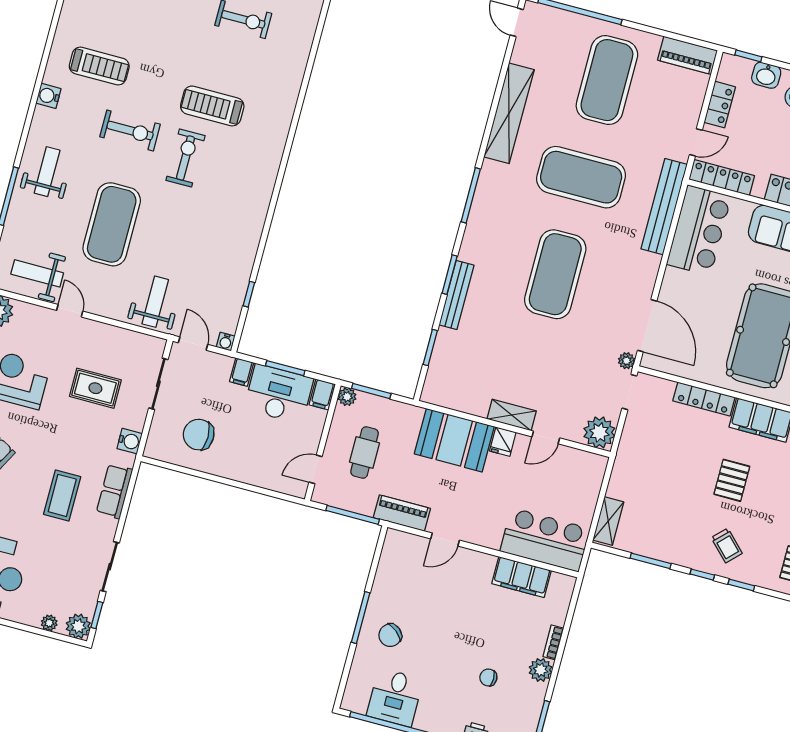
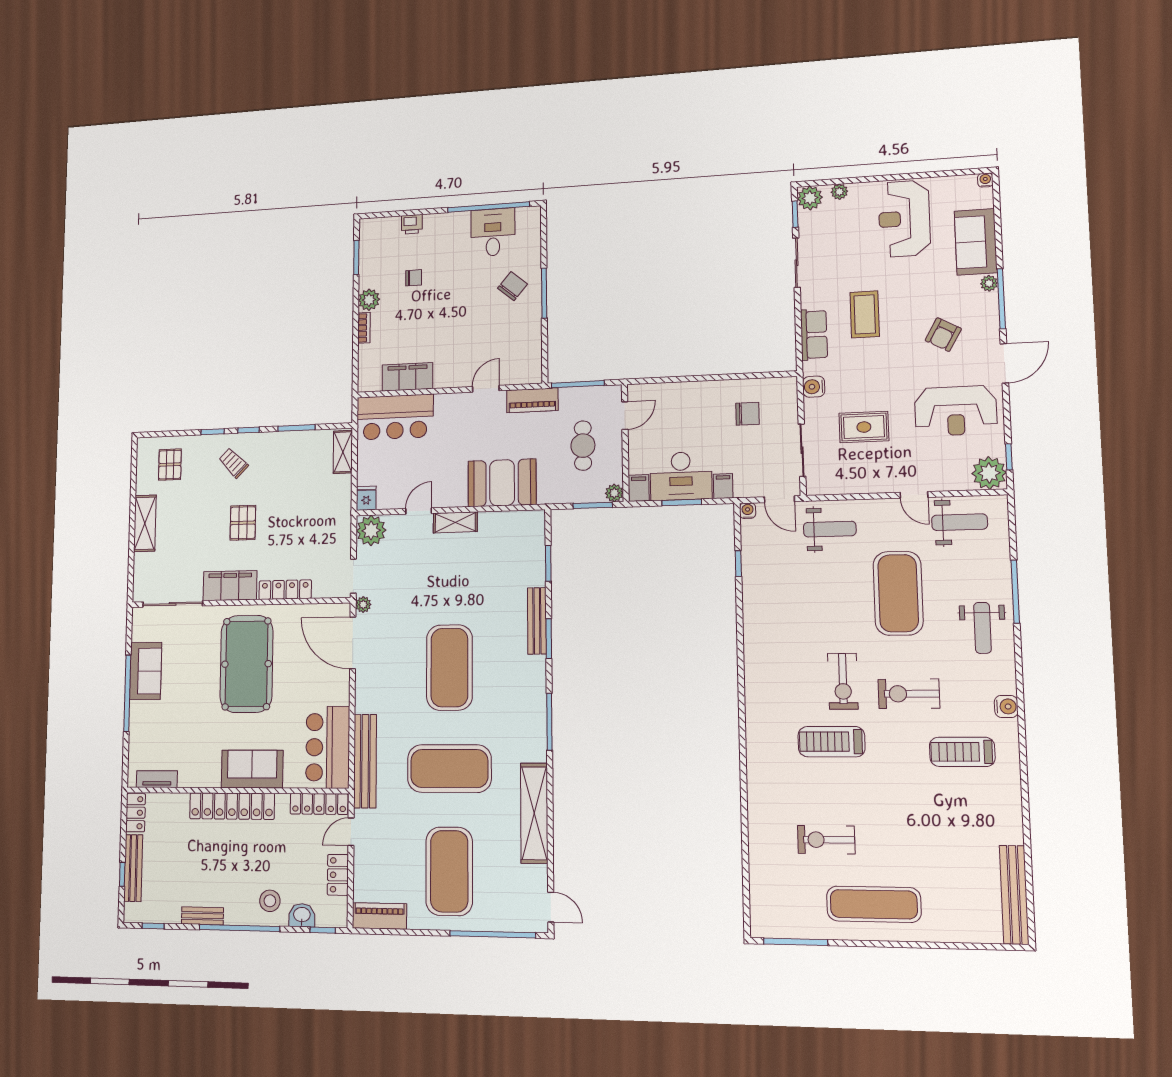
treadmill: (212, 106) -> (831, 742), turned 180
weight bench: (155, 302) -> (830, 529), turned -90
chair: (199, 435) -> (747, 414), width x0.73, depth x0.73
fridge: (503, 442) -> (366, 498), moved

